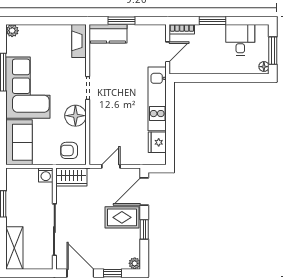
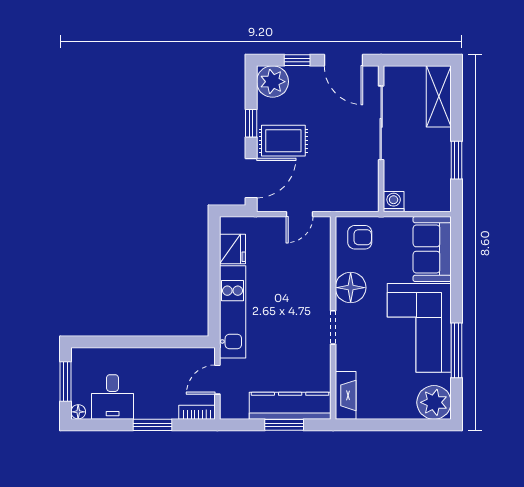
plant: (12, 31) -> (434, 402), width x1.88, depth x1.88
kitchen counter: (108, 34) -> (290, 406), width x1.50
floor lamp: (264, 67) -> (78, 412), moved
wardrobe: (71, 177) -> (356, 199), removed
plant: (135, 263) -> (273, 82), width x1.88, depth x1.88

